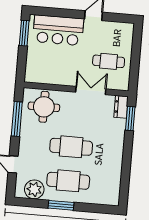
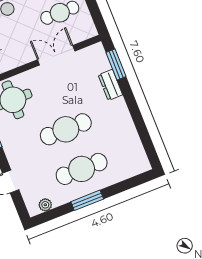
dresser: (121, 107) -> (110, 85), moved
plant: (34, 189) -> (45, 205), width x0.53, depth x0.53

